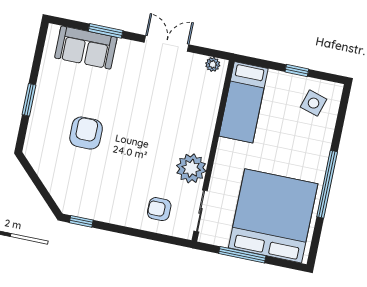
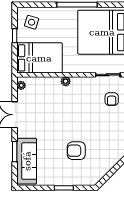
sofa: (86, 48) -> (27, 161), width x1.36
bed: (243, 102) -> (39, 58), width x1.50
plant: (191, 168) -> (66, 81), moved, width x0.53, depth x0.53

